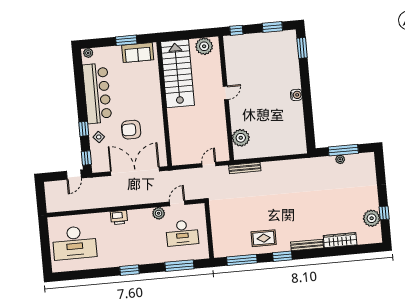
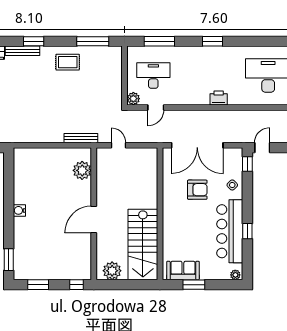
door: (226, 93) -> (94, 219), width x1.88
window: (84, 129) -> (247, 231), moved
door: (209, 165) -> (118, 145), swing flipped
plant: (159, 213) -> (133, 99), moved
window: (282, 256) -> (34, 41), moved

